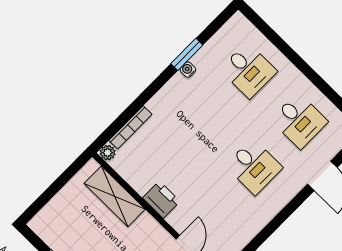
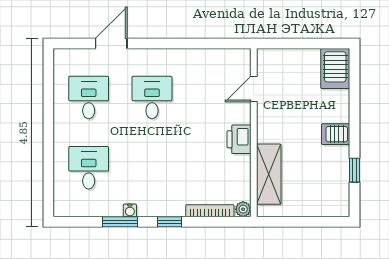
window: (151, 90) -> (170, 222), added

